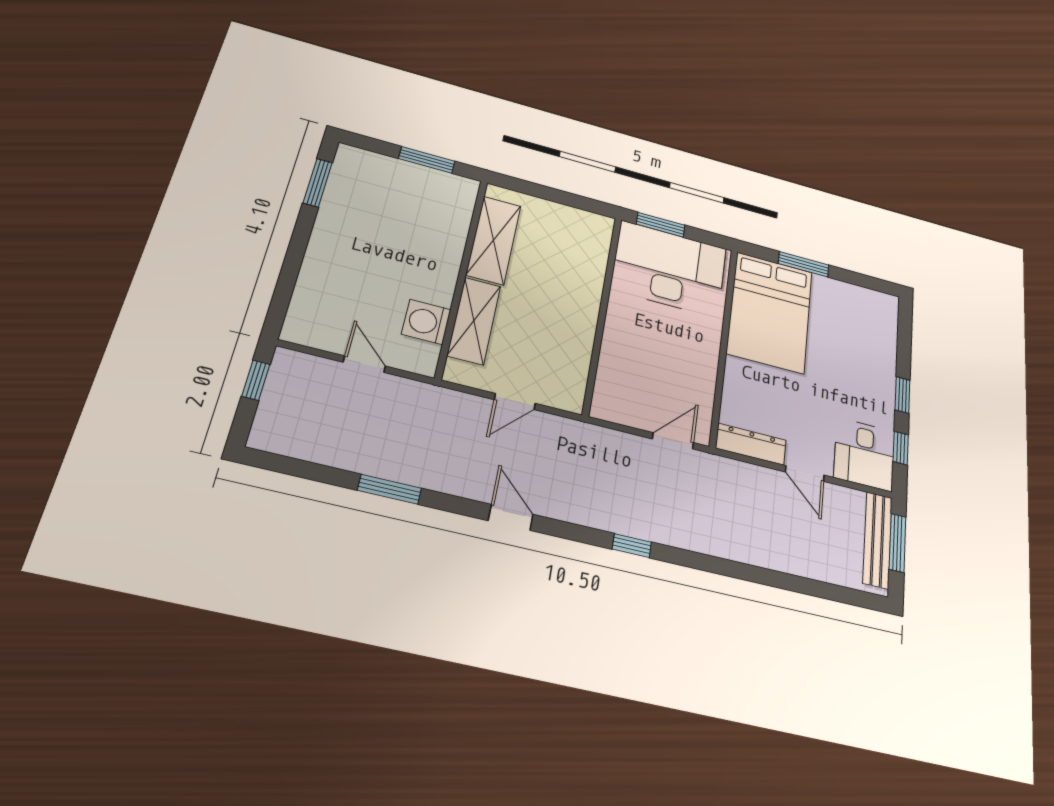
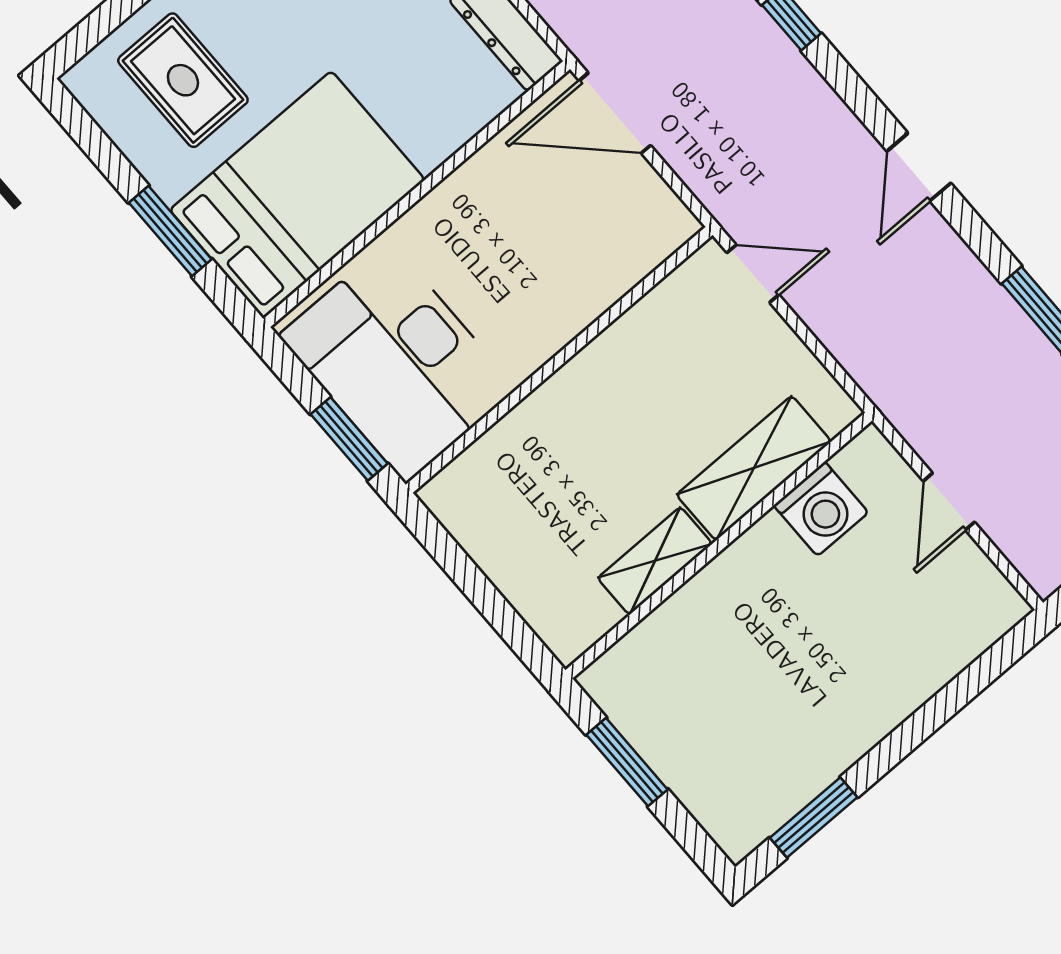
shelving: (494, 240) -> (655, 561), width x0.67, depth x0.75
rug: (855, 329) -> (183, 80), added
door: (515, 402) -> (753, 274), moved
door: (673, 441) -> (615, 113), width x1.38

